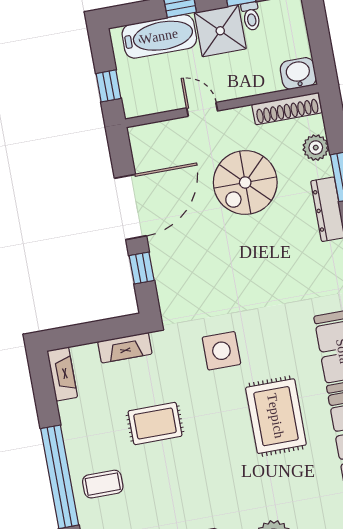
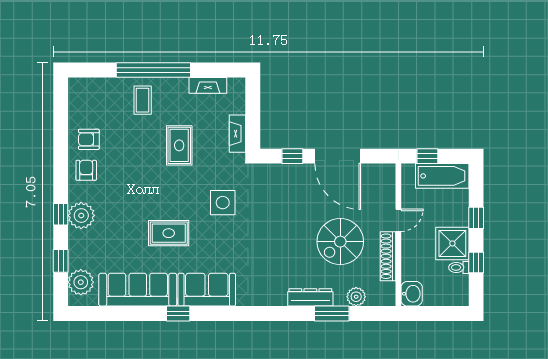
bathtub: (159, 36) -> (442, 176), moved, turned -90
shoe rack: (287, 108) -> (388, 256), moved
spiral stairs: (245, 183) -> (340, 242), turned -90
fireplace: (62, 374) -> (208, 85), moved
rug: (276, 416) -> (169, 233), width x0.73, depth x0.70

